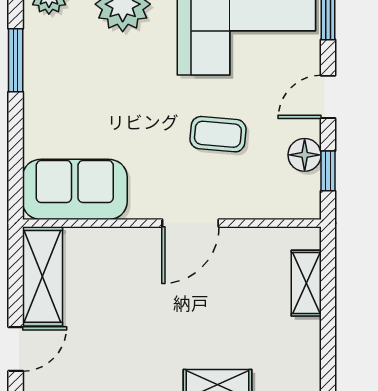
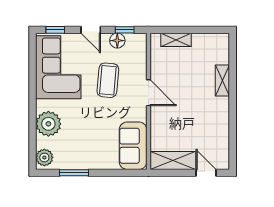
coffee table: (218, 134) -> (108, 80), width x1.36, depth x1.30

